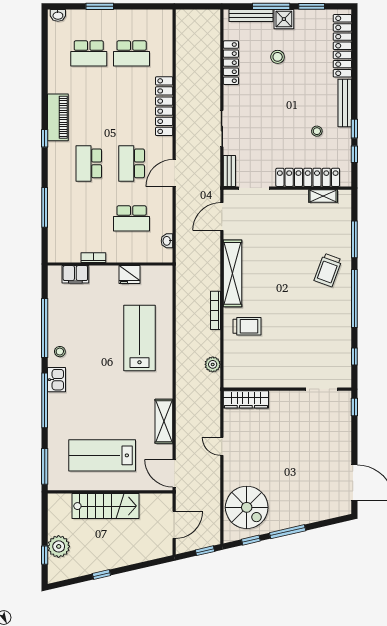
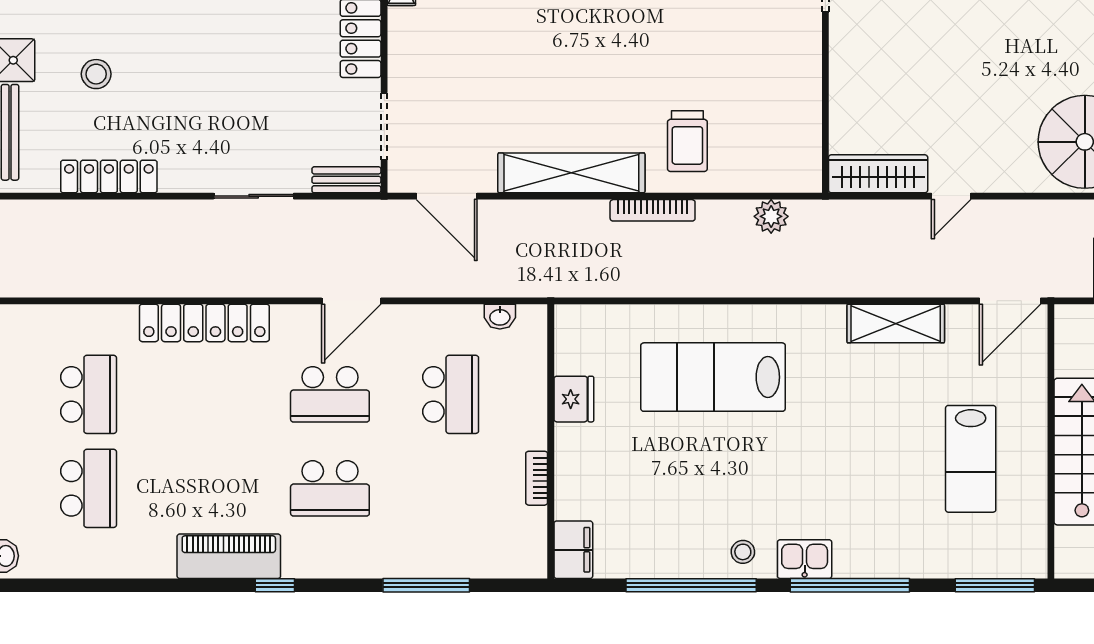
door: (174, 173) -> (351, 301), hinge flipped
filing cabinet: (75, 274) -> (573, 550), moved
trolley: (247, 326) -> (687, 141), turned 180
wardrobe: (246, 399) -> (878, 174), moved, turned -90
lab bench: (102, 455) -> (971, 459), width x0.73, depth x0.72

